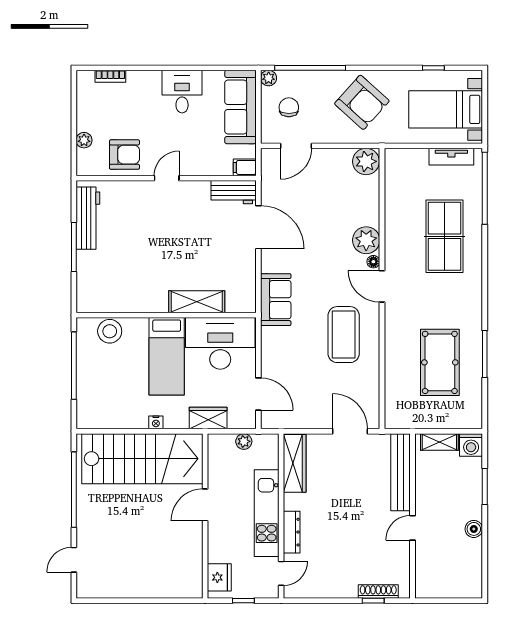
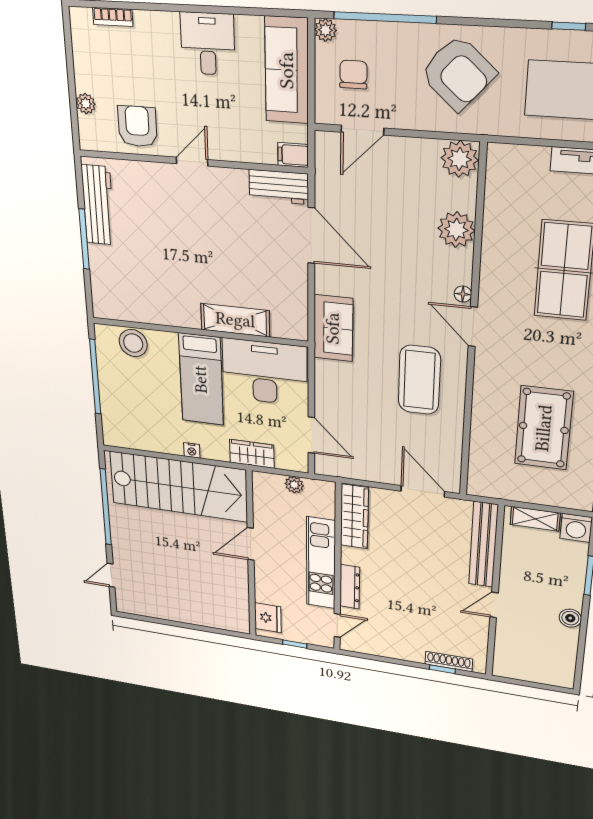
armchair: (124, 155) -> (137, 126), turned -90
plant: (366, 240) -> (456, 230), moved

